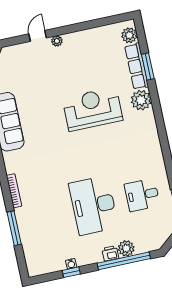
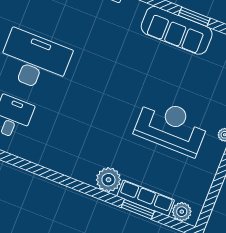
reception desk: (93, 109) -> (171, 127), moved, turned -90

